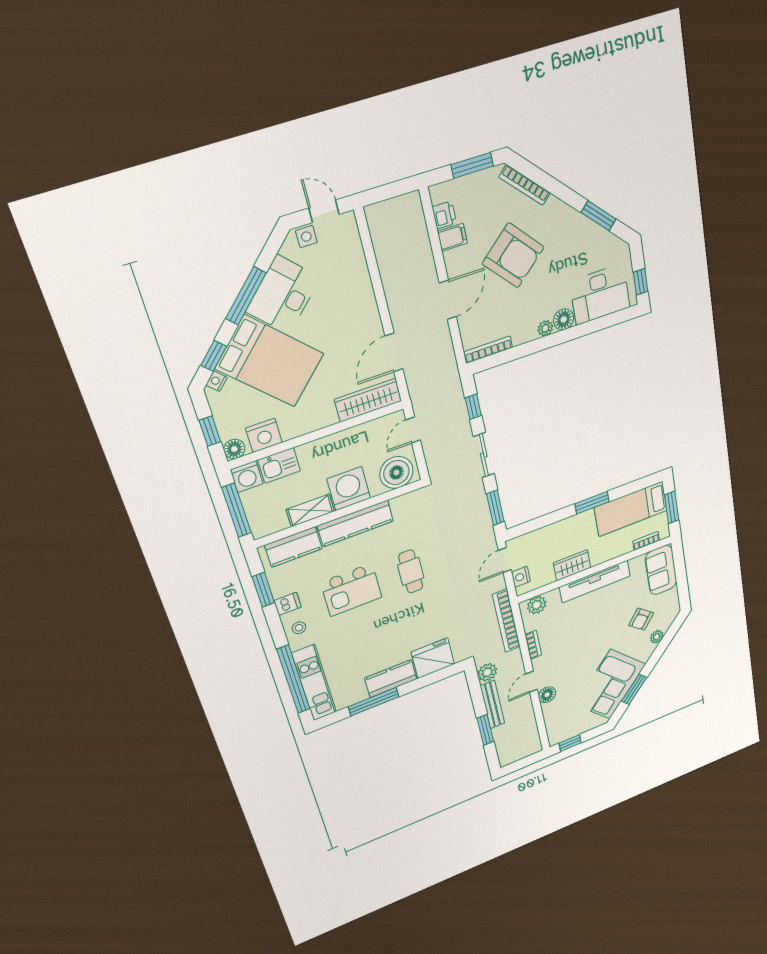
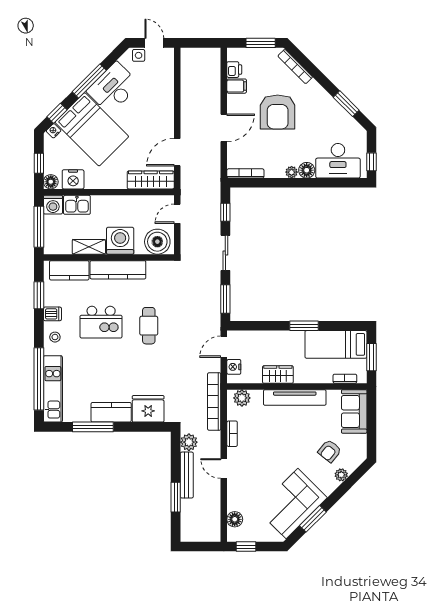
armchair: (513, 255) -> (278, 112), turned 42
door: (532, 682) -> (224, 469), hinge flipped
floor lamp: (547, 695) -> (235, 519), moved

